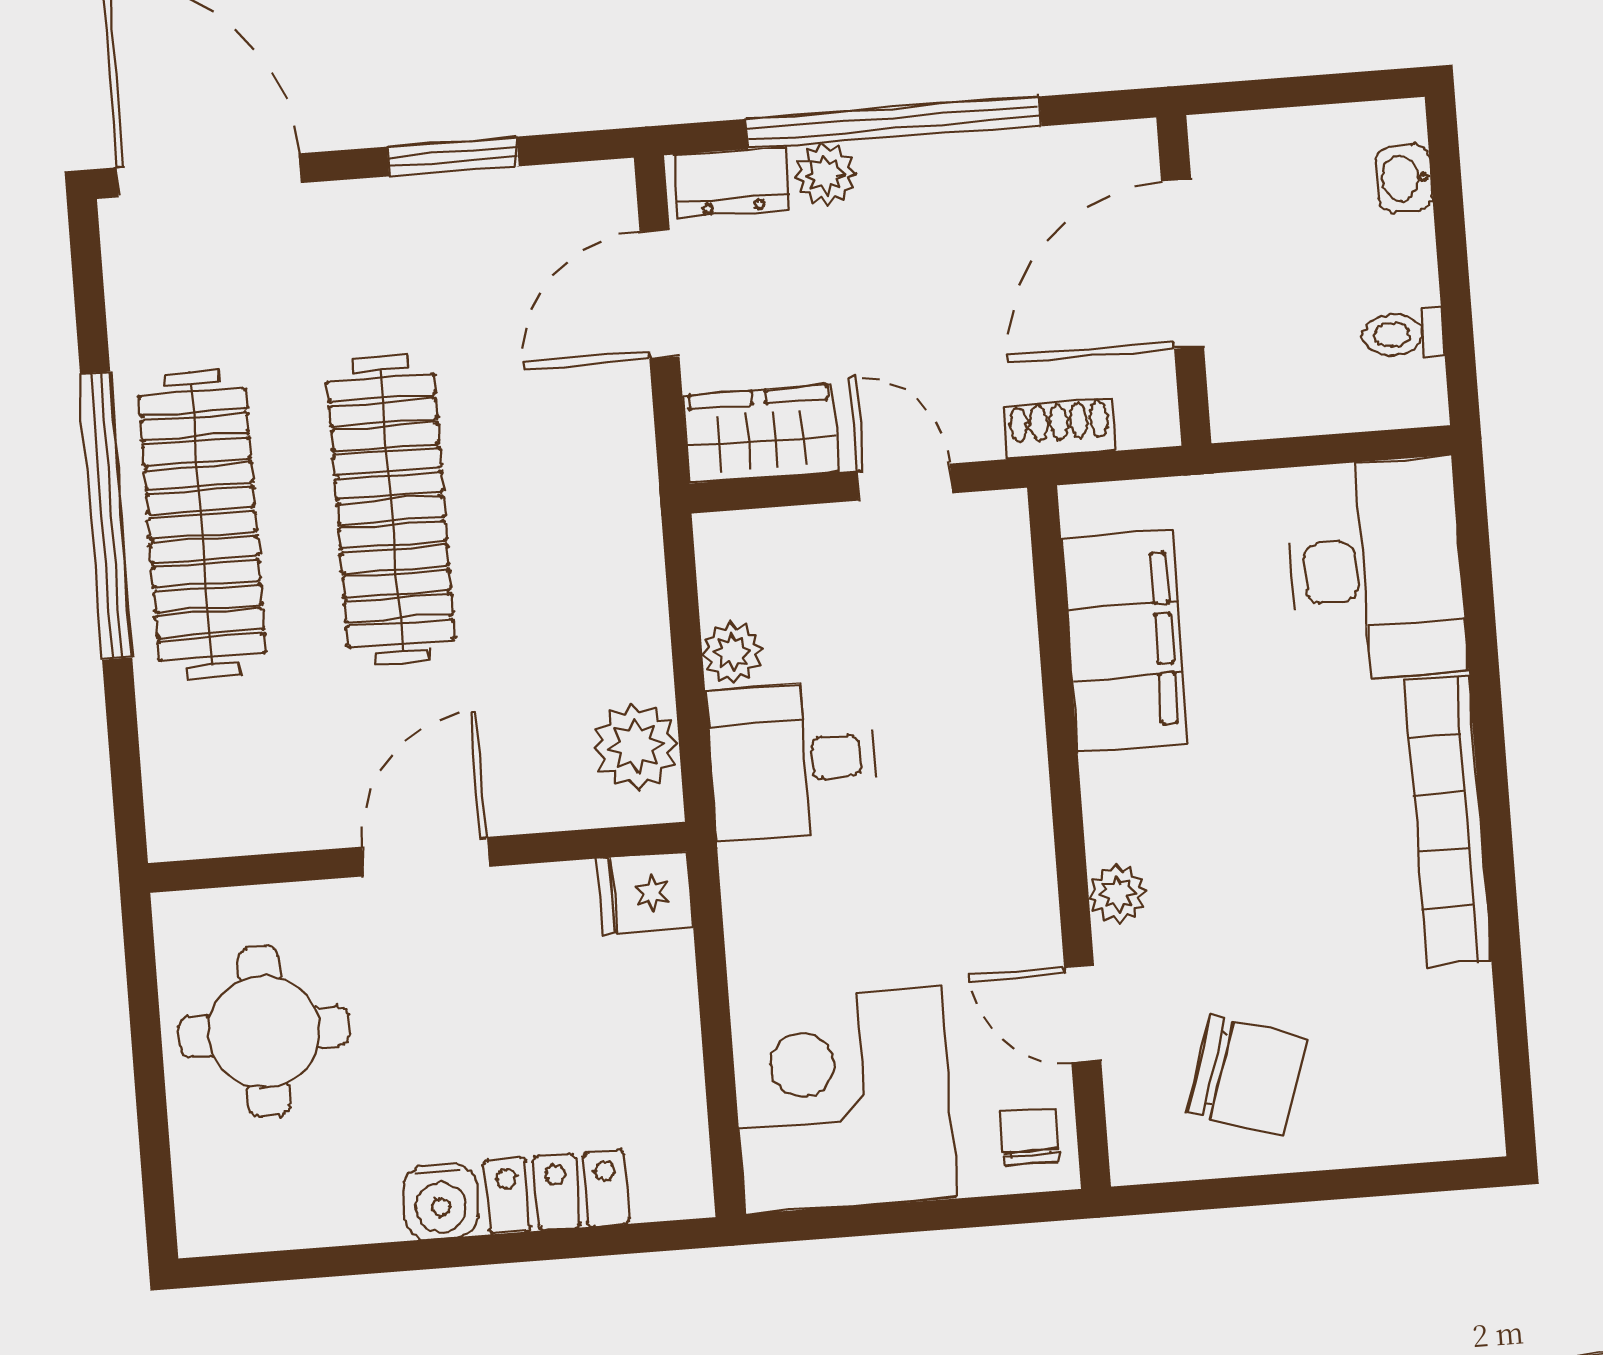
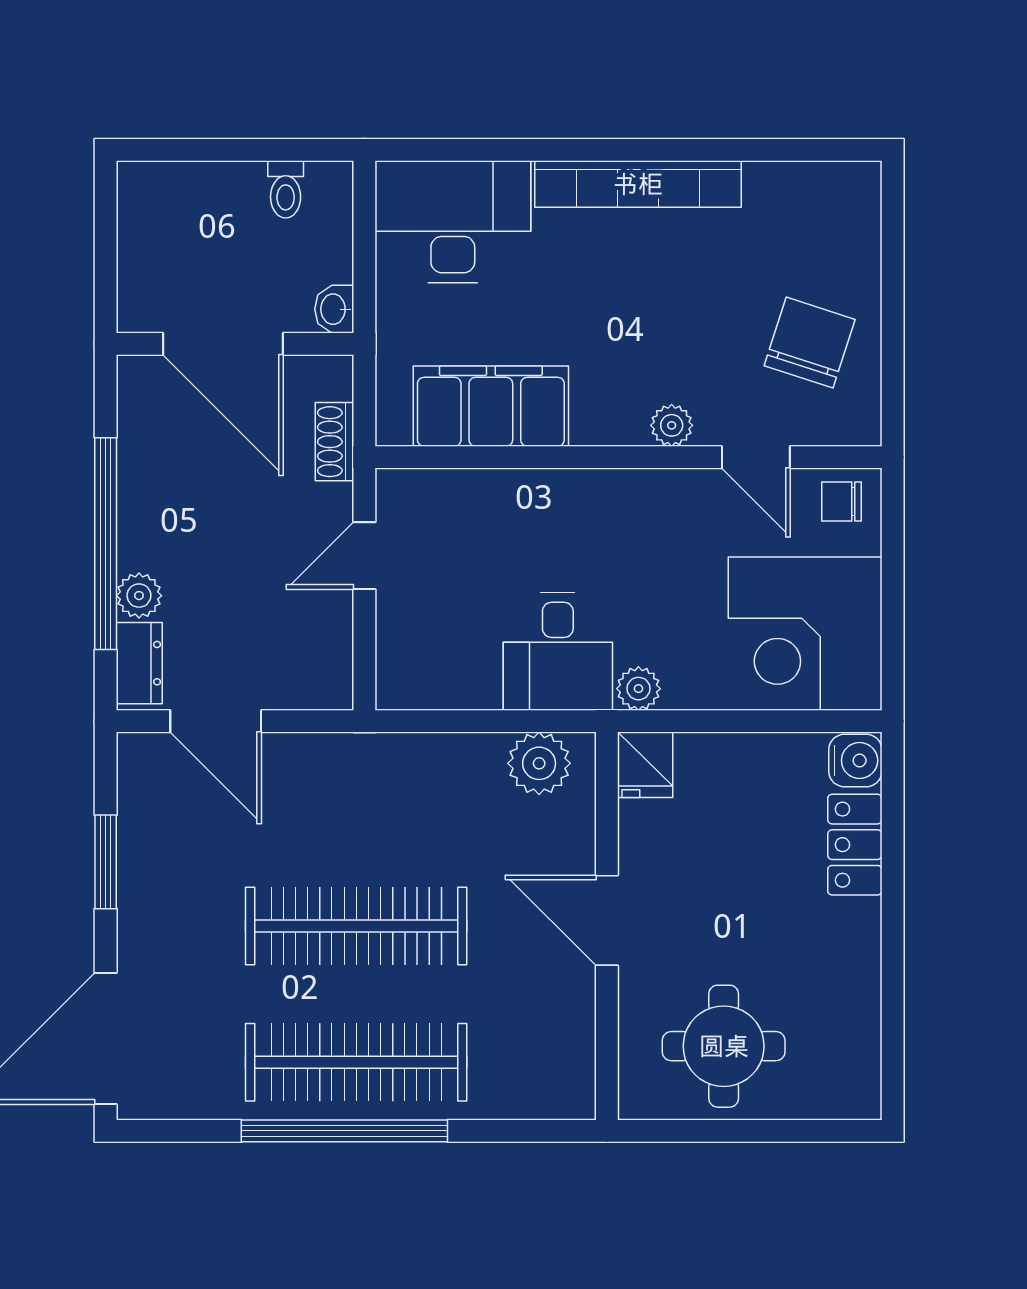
washbasin: (1404, 178) -> (334, 309), moved, turned 90
wardrobe: (761, 434) -> (322, 656), removed
plant: (732, 652) -> (638, 689), moved
door: (1083, 1014) -> (756, 457), hinge flipped
water cooler: (440, 1201) -> (855, 761), moved

